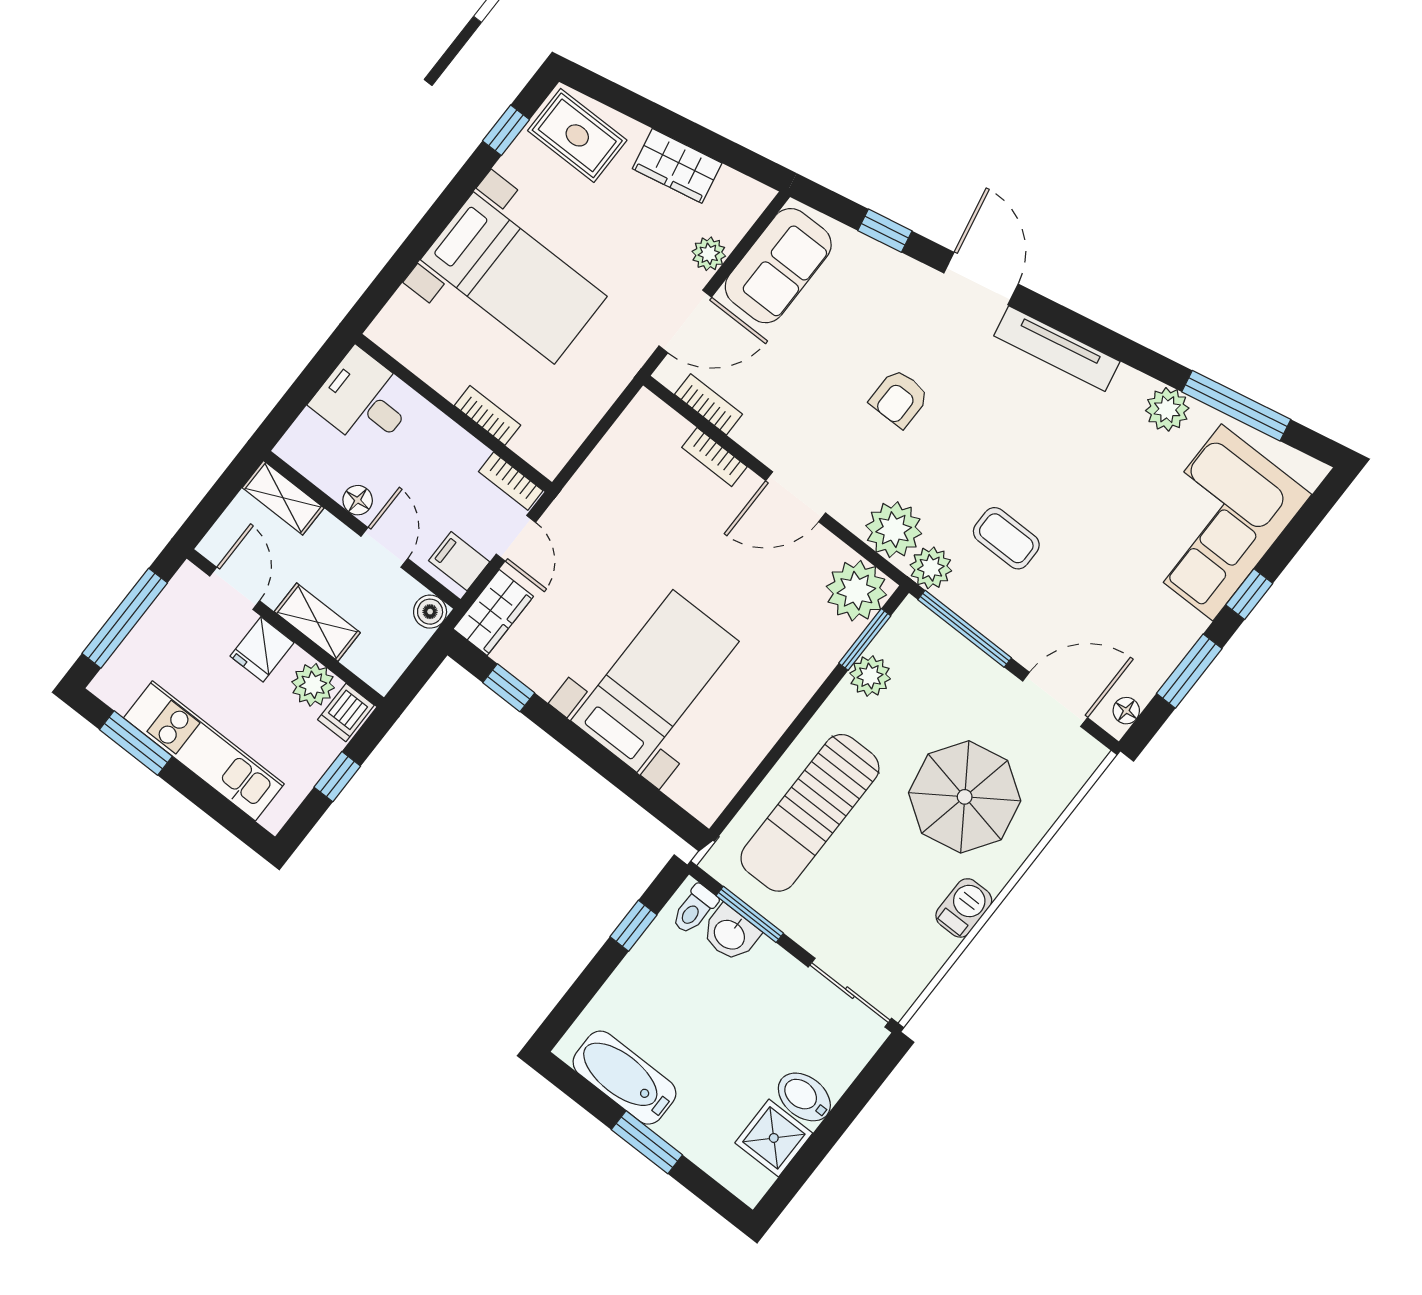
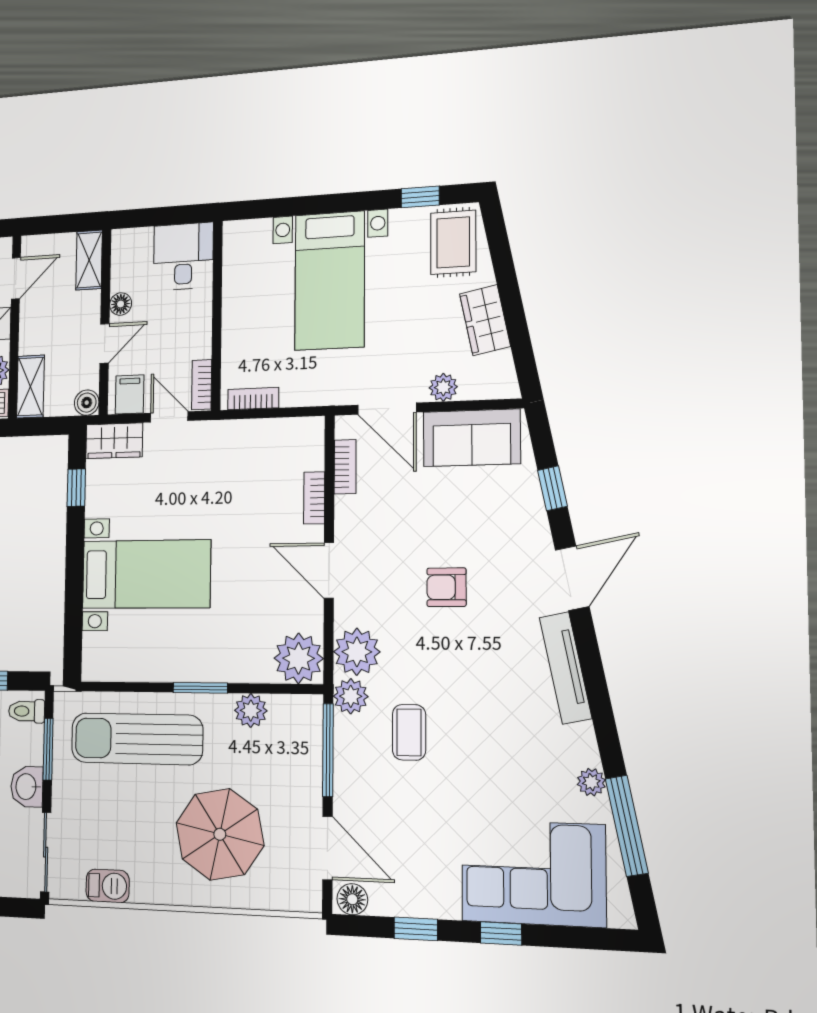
plant: (1167, 409) -> (591, 782), width x0.73, depth x0.73
bookcase: (487, 415) -> (253, 399), moved, turned -90
door: (516, 538) -> (169, 417), swing flipped
shelving: (317, 622) -> (30, 387), moved
window: (865, 639) -> (200, 688), moved
window: (1189, 671) -> (416, 929), width x0.67
floor lamp: (1126, 711) -> (352, 899), width x1.37, depth x1.37
barbecue: (964, 908) -> (108, 886), moved
washbasin: (730, 934) -> (27, 787), moved

